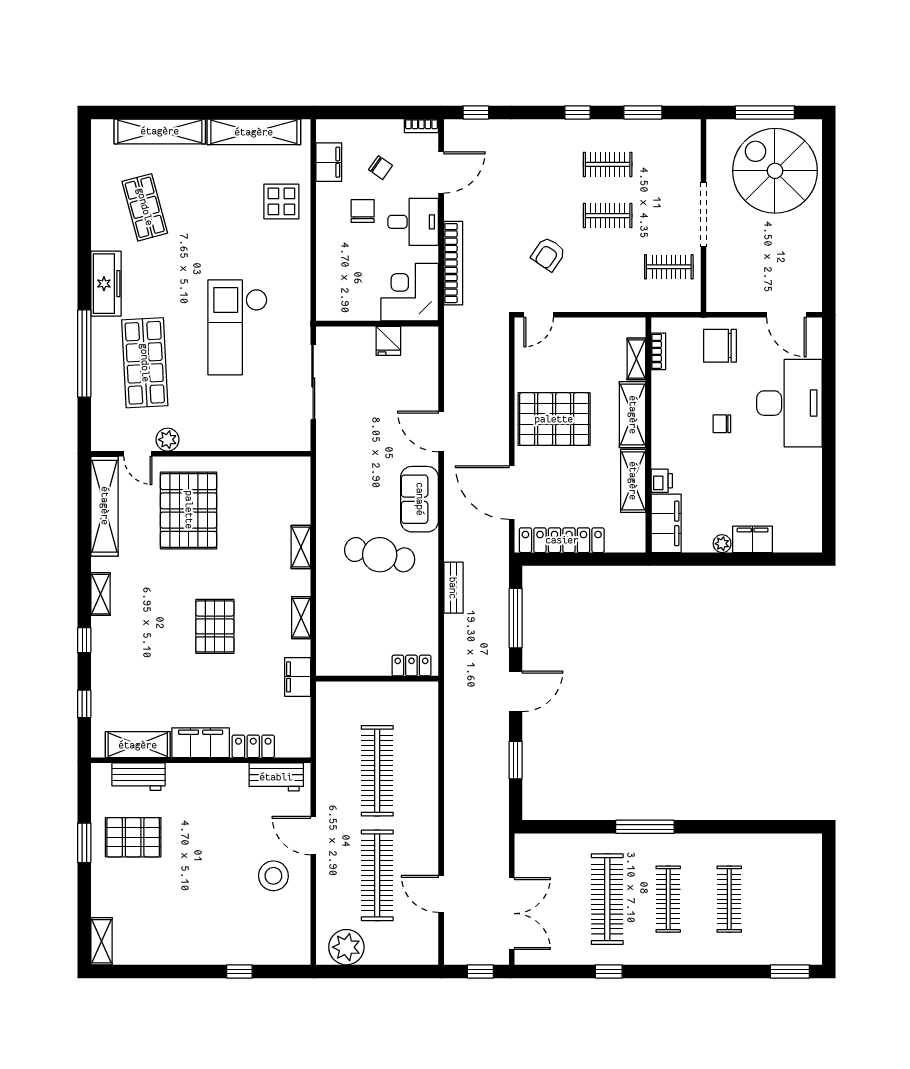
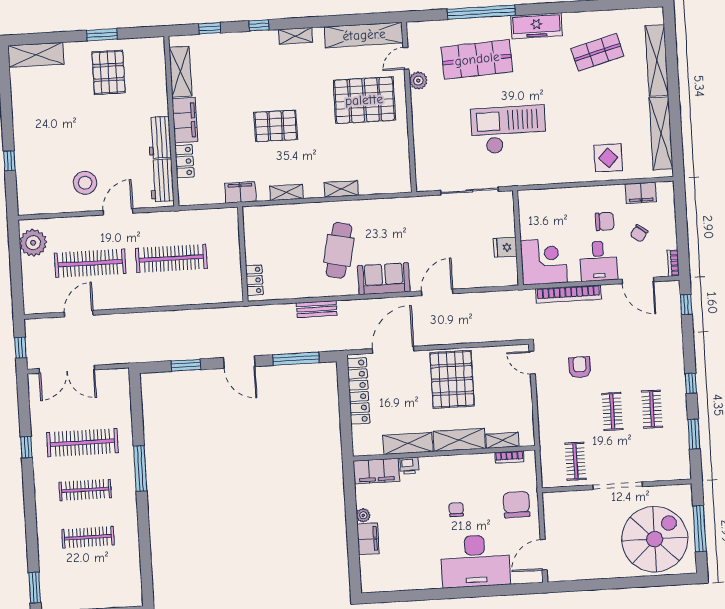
armchair: (548, 254) -> (580, 367), turned 56
workbench: (138, 777) -> (160, 137), moved
shelving: (102, 941) -> (36, 55), width x1.50, depth x1.33

